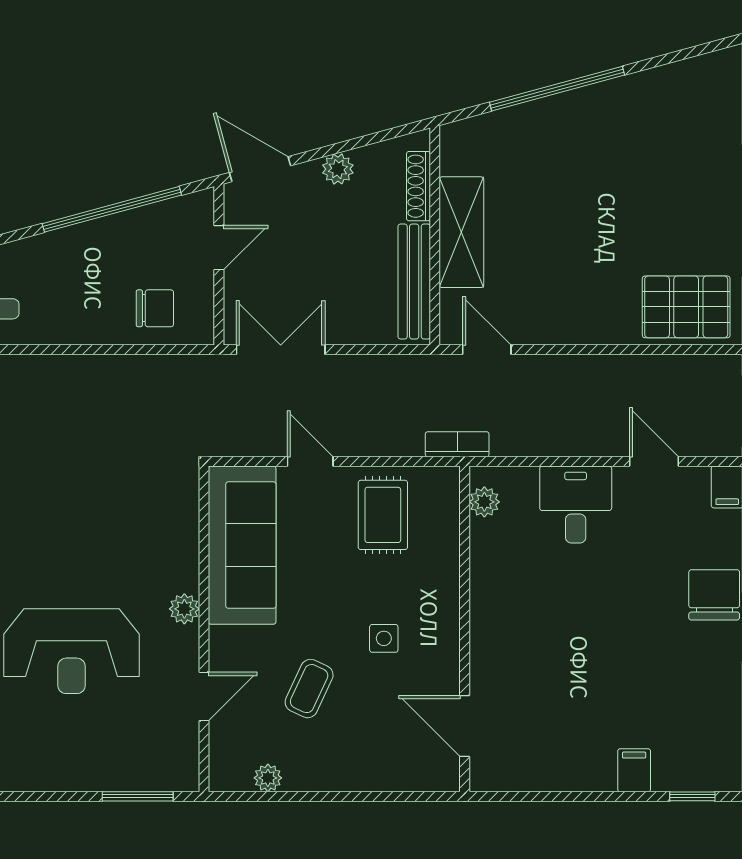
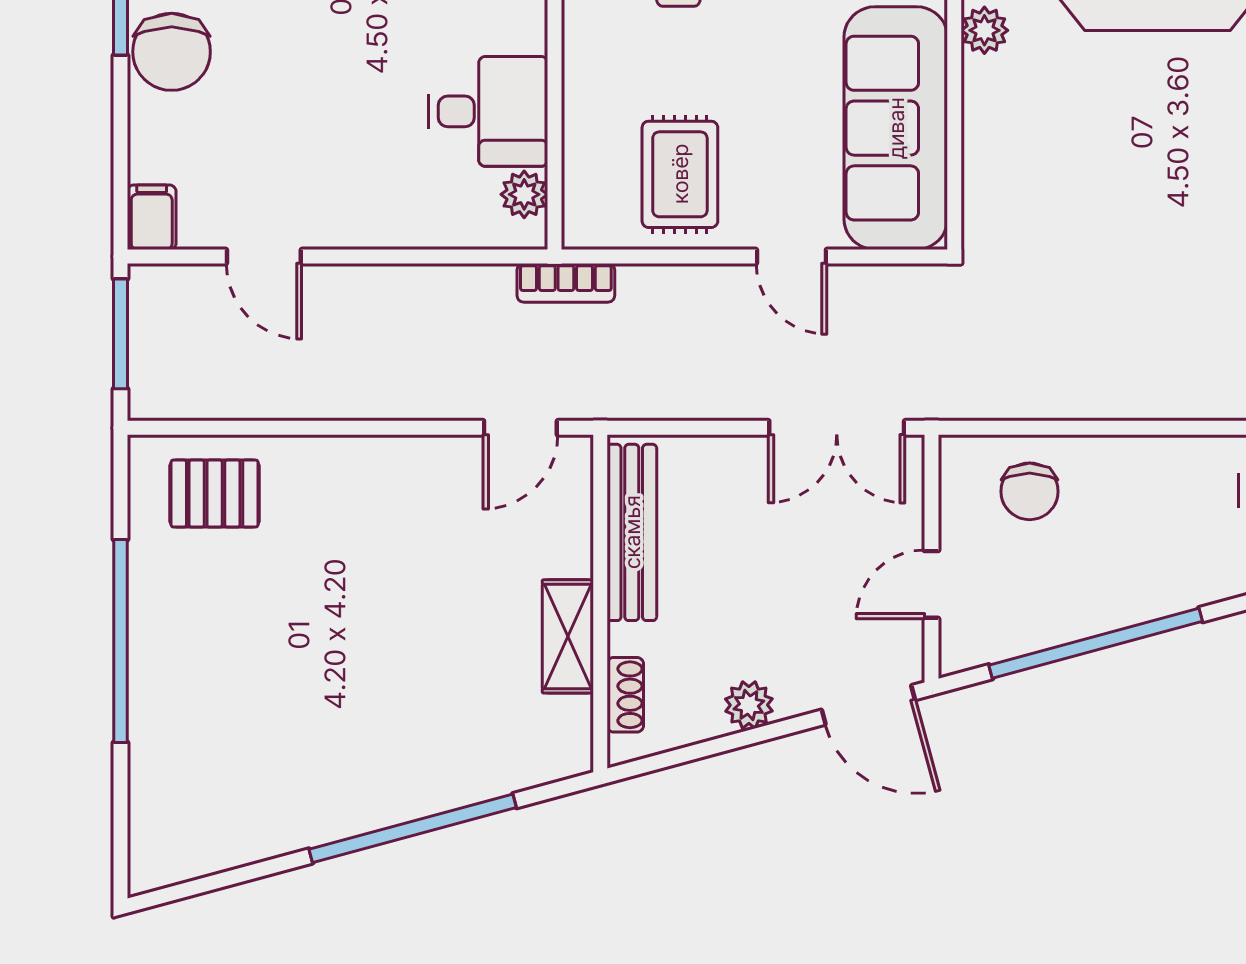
shoe rack: (418, 186) -> (625, 695), width x0.70
shelving: (461, 232) -> (568, 636), width x0.67, depth x0.75
pallet: (686, 307) -> (215, 494), width x0.67, depth x0.71
chair: (155, 308) -> (1030, 491), turned -90
door: (487, 350) -> (520, 428), hinge flipped
desk: (576, 505) -> (488, 111), moved, turned -90

